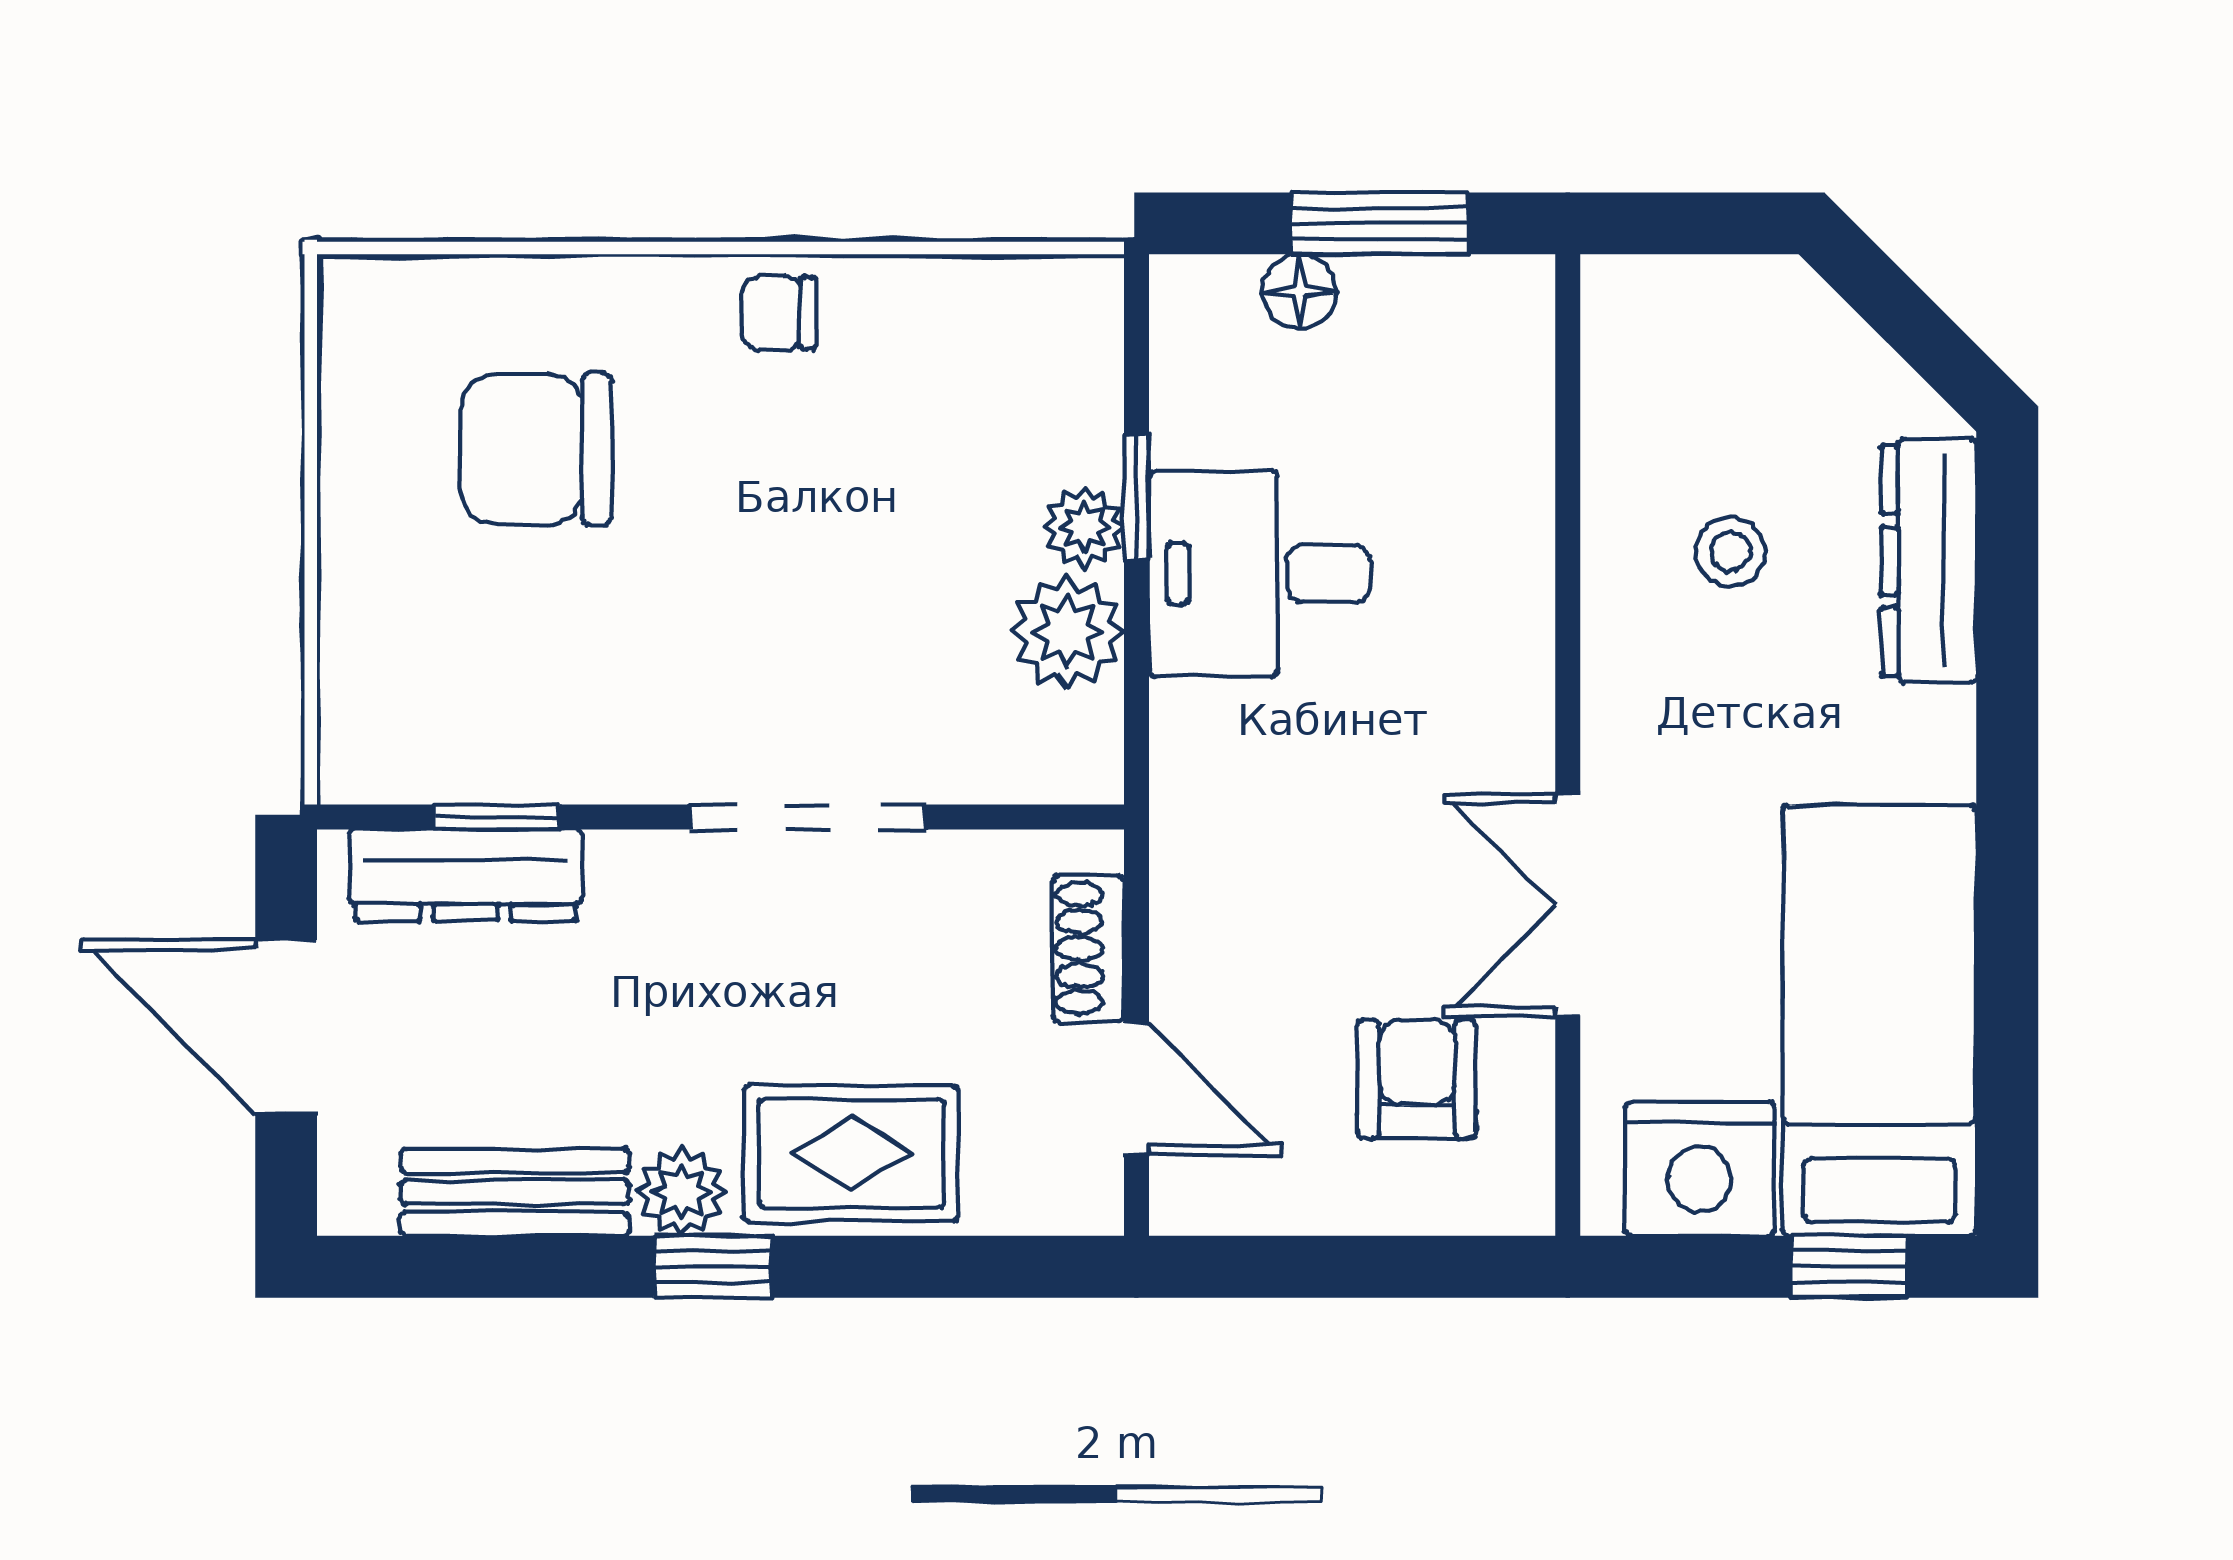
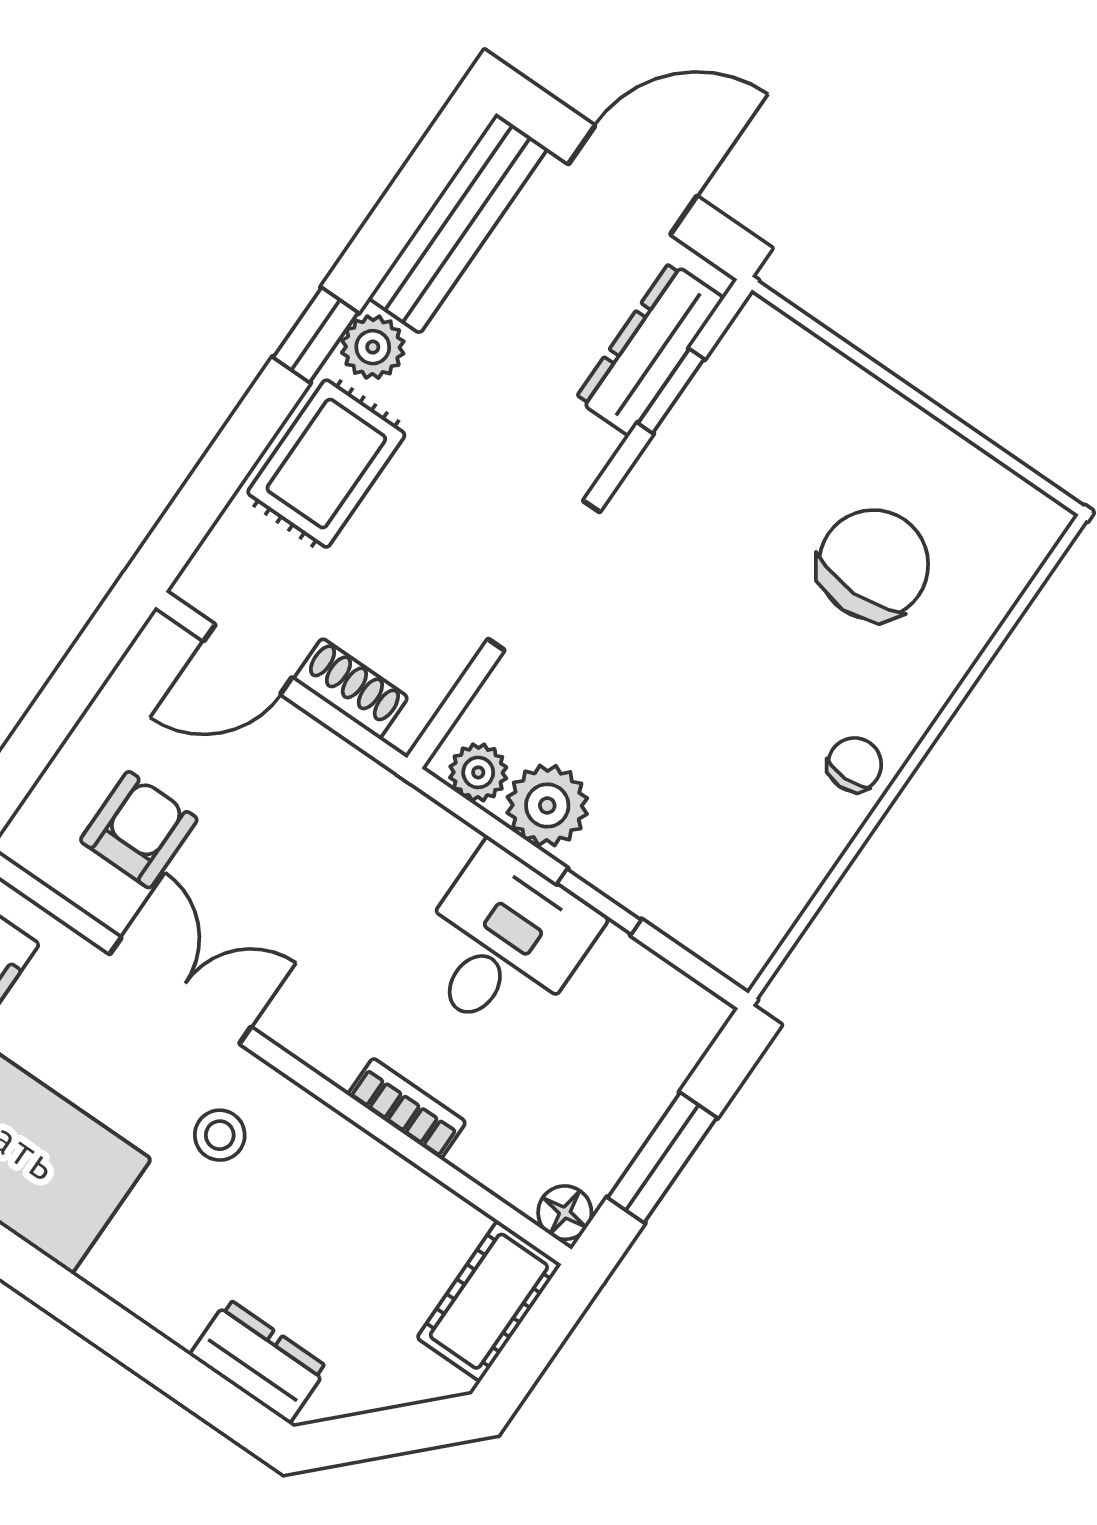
floor lamp: (1299, 291) -> (565, 1213), moved
cot: (1679, 308) -> (489, 1301), added
plant: (1084, 527) -> (478, 772), moved
stool: (1730, 552) -> (220, 1135), moved
bookcase: (1524, 554) -> (407, 1108), added
dresser: (1929, 561) -> (259, 1361), width x0.70
armchair: (1417, 1079) -> (139, 830), turned -90
bench: (515, 1192) -> (458, 223), width x1.36

